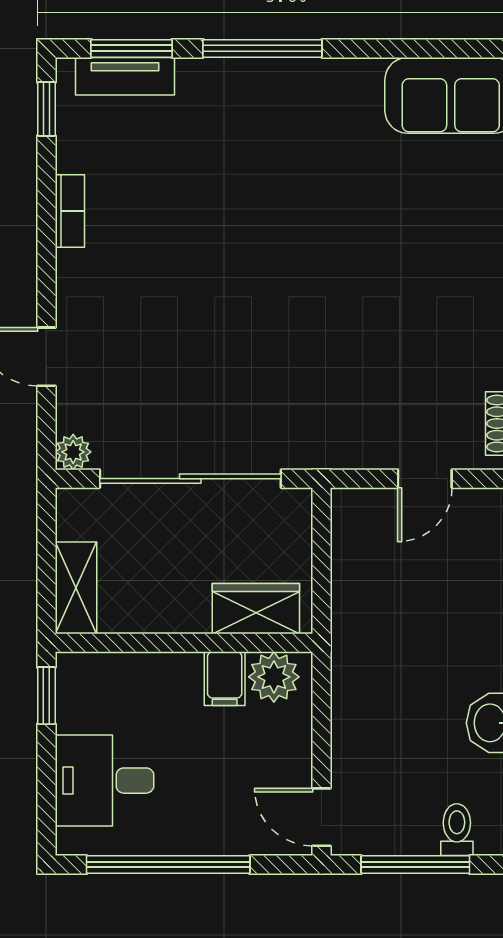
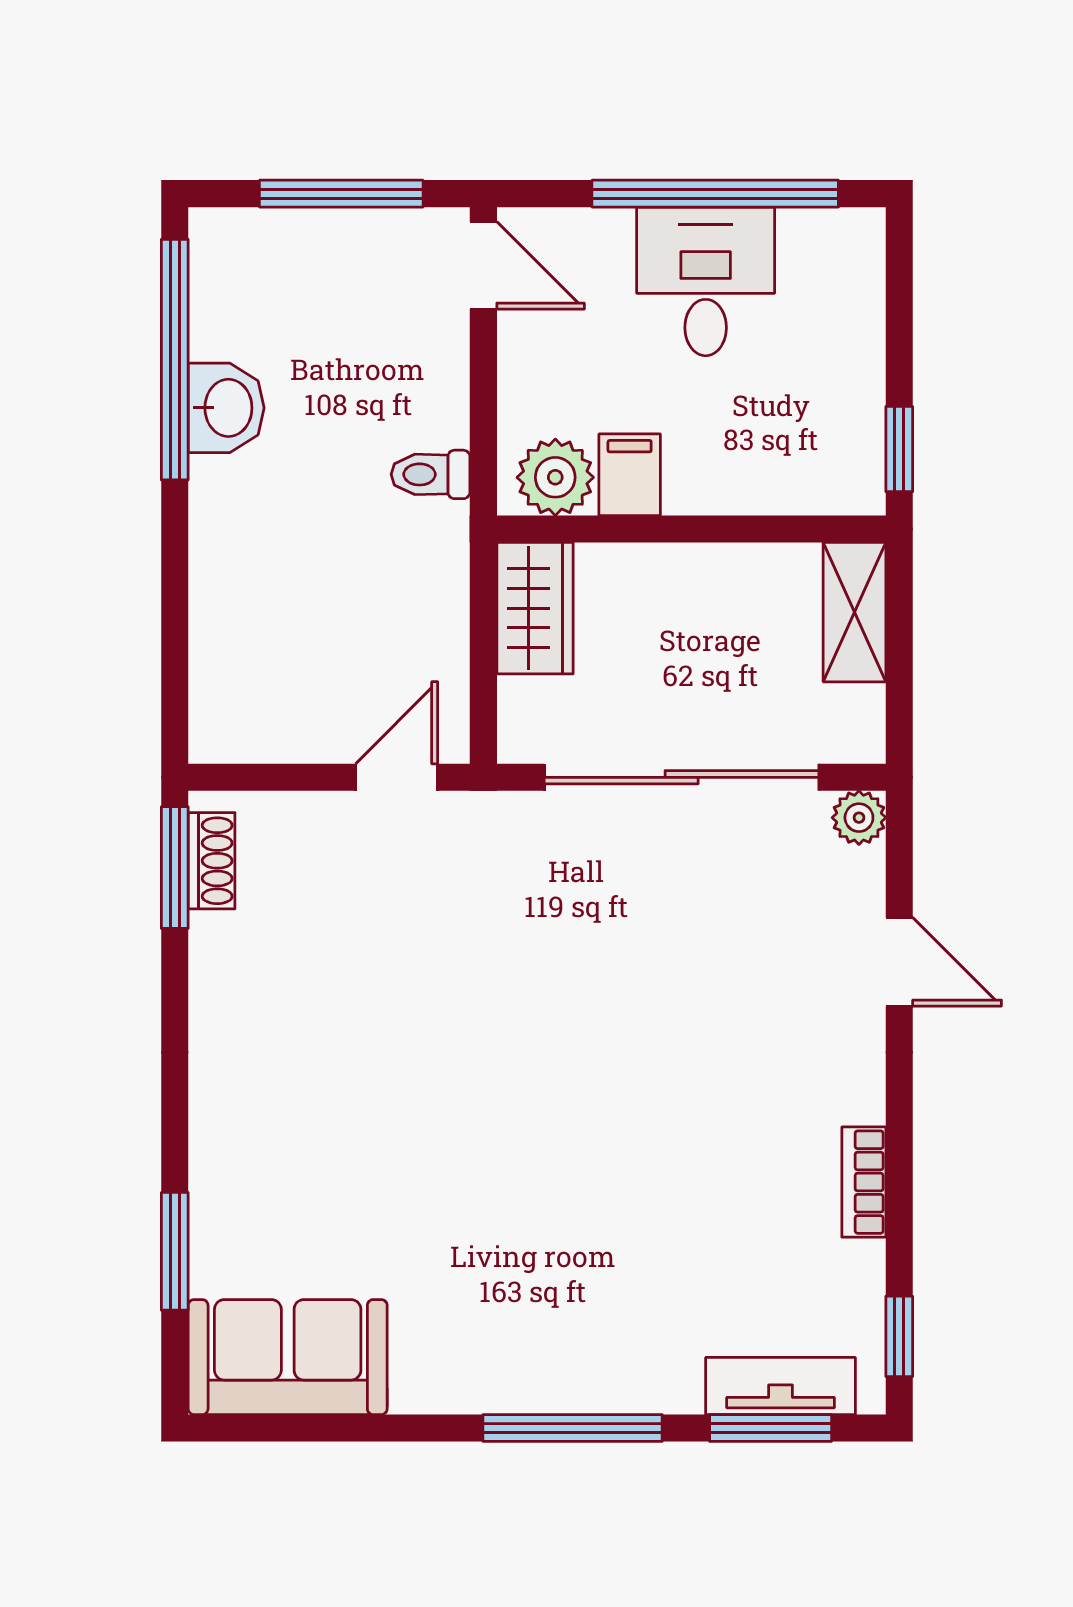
door: (425, 479) -> (397, 777), moved
wardrobe: (256, 609) -> (535, 608), moved, turned -90
desk: (104, 781) -> (706, 281), moved, turned -90
toilet: (457, 830) -> (431, 474), moved, turned 90

